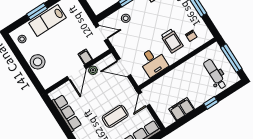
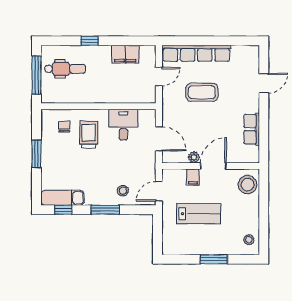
lab bench: (48, 20) -> (199, 214), moved
door: (102, 33) -> (159, 191), hinge flipped
stool: (38, 62) -> (248, 185), moved
dental chair: (215, 74) -> (65, 69), turned -90
door: (144, 99) -> (159, 77), moved
row of seats: (67, 113) -> (252, 129), width x0.68

